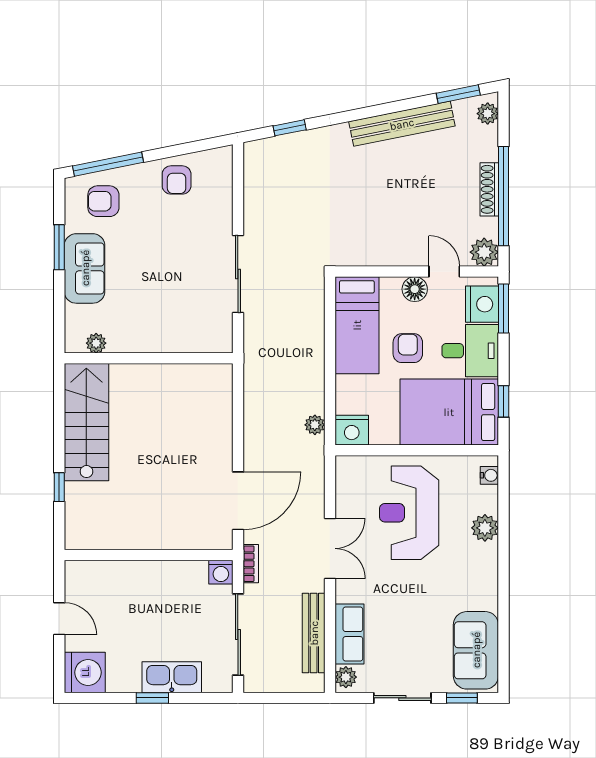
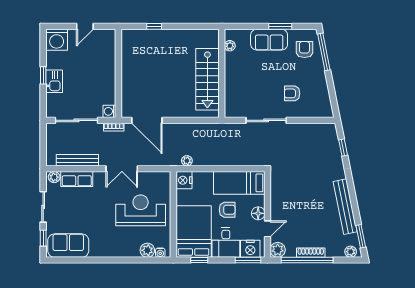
armchair: (177, 180) -> (292, 93), moved
stairs: (86, 422) -> (207, 79), moved, turned 90
plant: (485, 528) -> (147, 250), moved
kitchen sink: (172, 677) -> (54, 81), width x0.73

